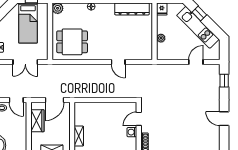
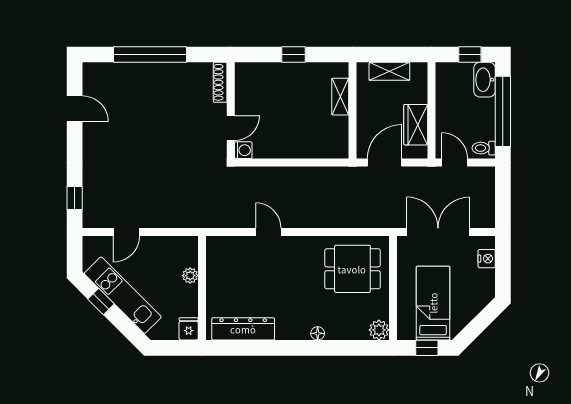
window: (199, 14) -> (101, 301), moved
double door: (25, 62) -> (438, 232), width x1.37
door: (224, 119) -> (75, 109), moved
washing machine: (132, 132) -> (243, 150), moved

